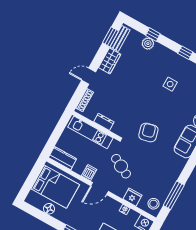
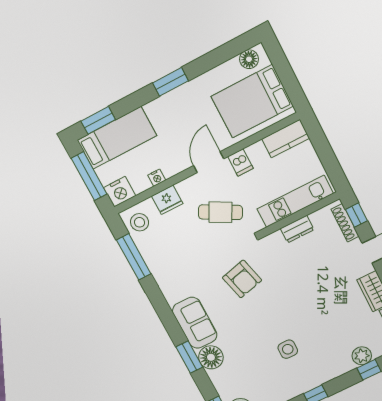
window: (77, 97) -> (356, 215), added
floor lamp: (49, 209) -> (249, 59), moved

